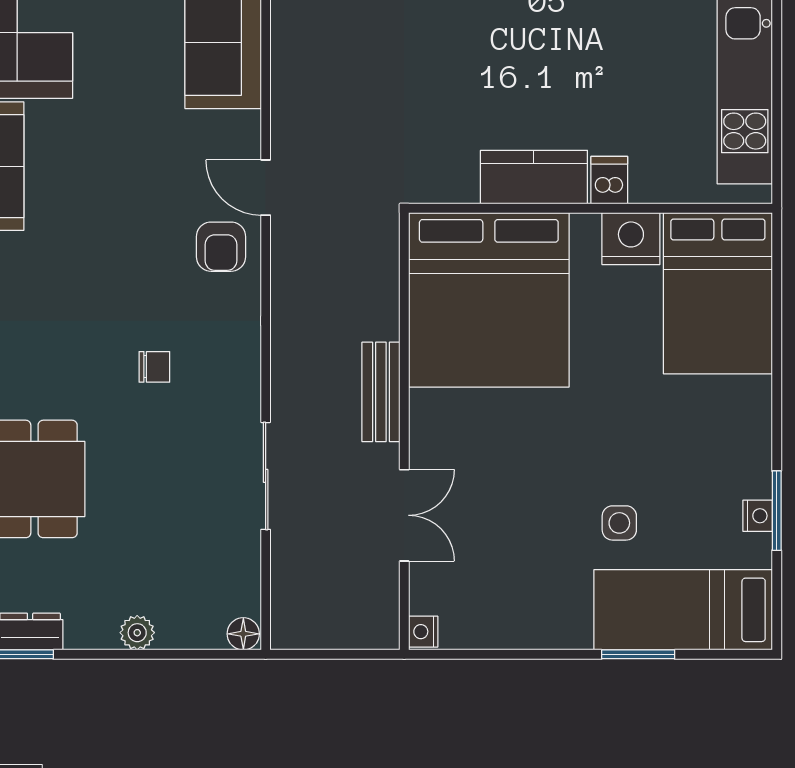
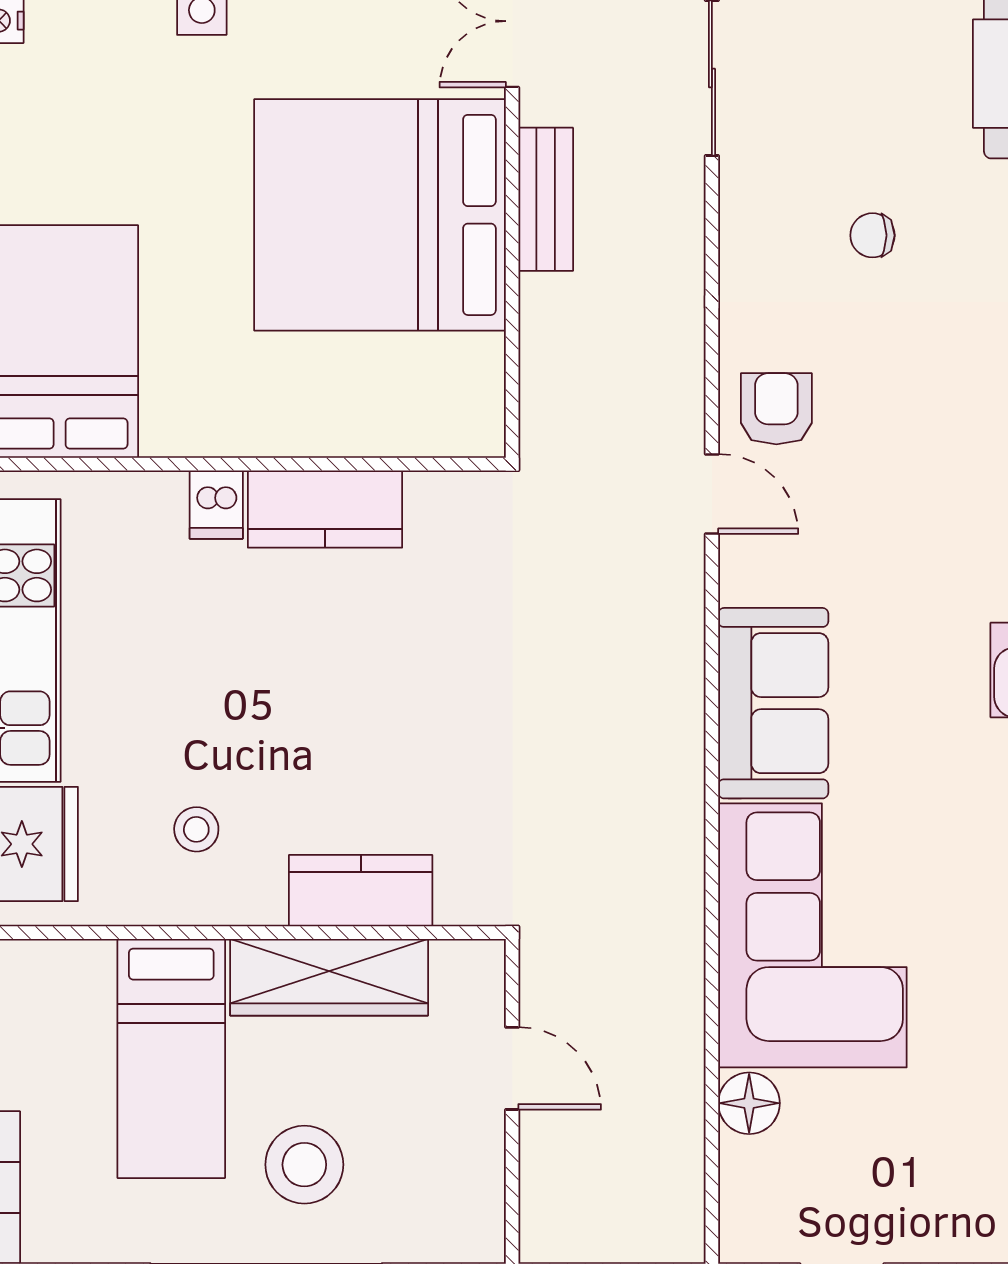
nightstand: (631, 239) -> (185, 420), removed
bed: (489, 300) -> (380, 215), moved, turned -90

